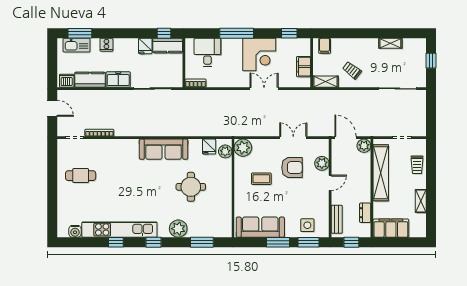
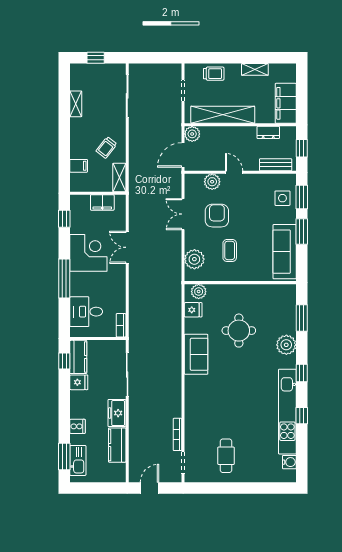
filing cabinet: (325, 46) -> (79, 166), moved
dishwasher: (67, 81) -> (118, 472), removed
plant: (243, 148) -> (194, 259), moved
sofa: (164, 149) -> (196, 354), width x0.73

